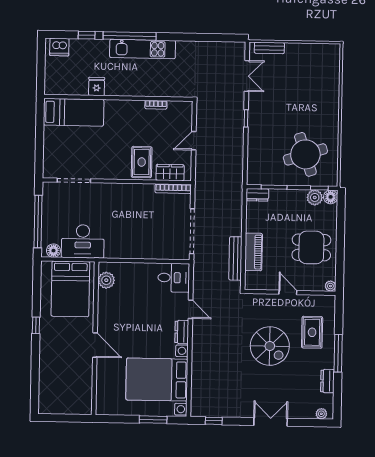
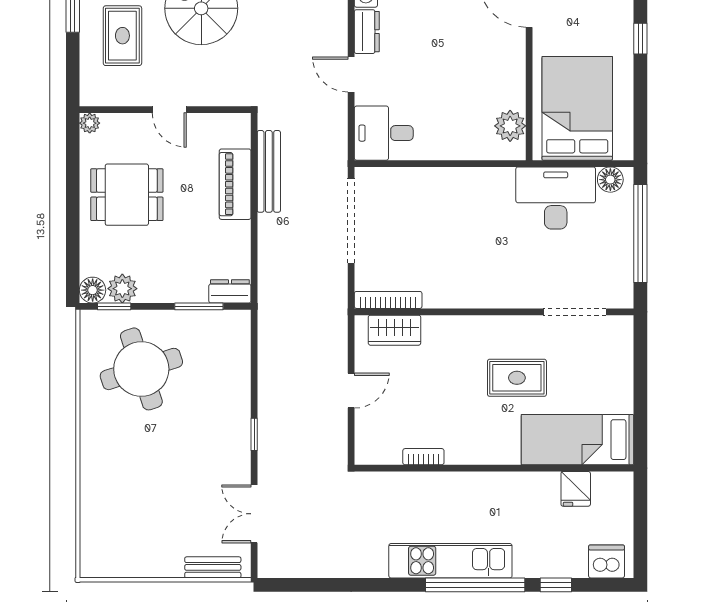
fridge: (97, 86) -> (576, 489), moved
rug: (142, 162) -> (517, 378), moved, turned 90

